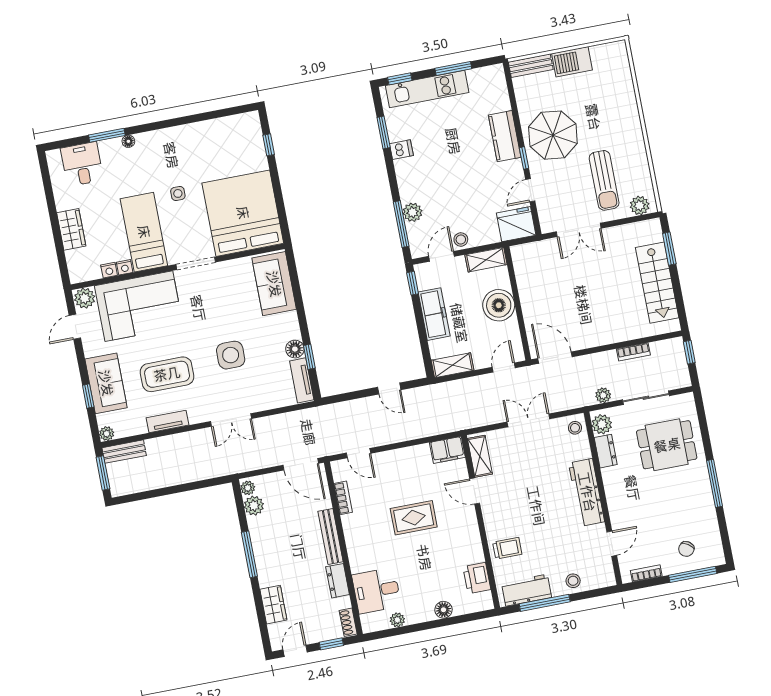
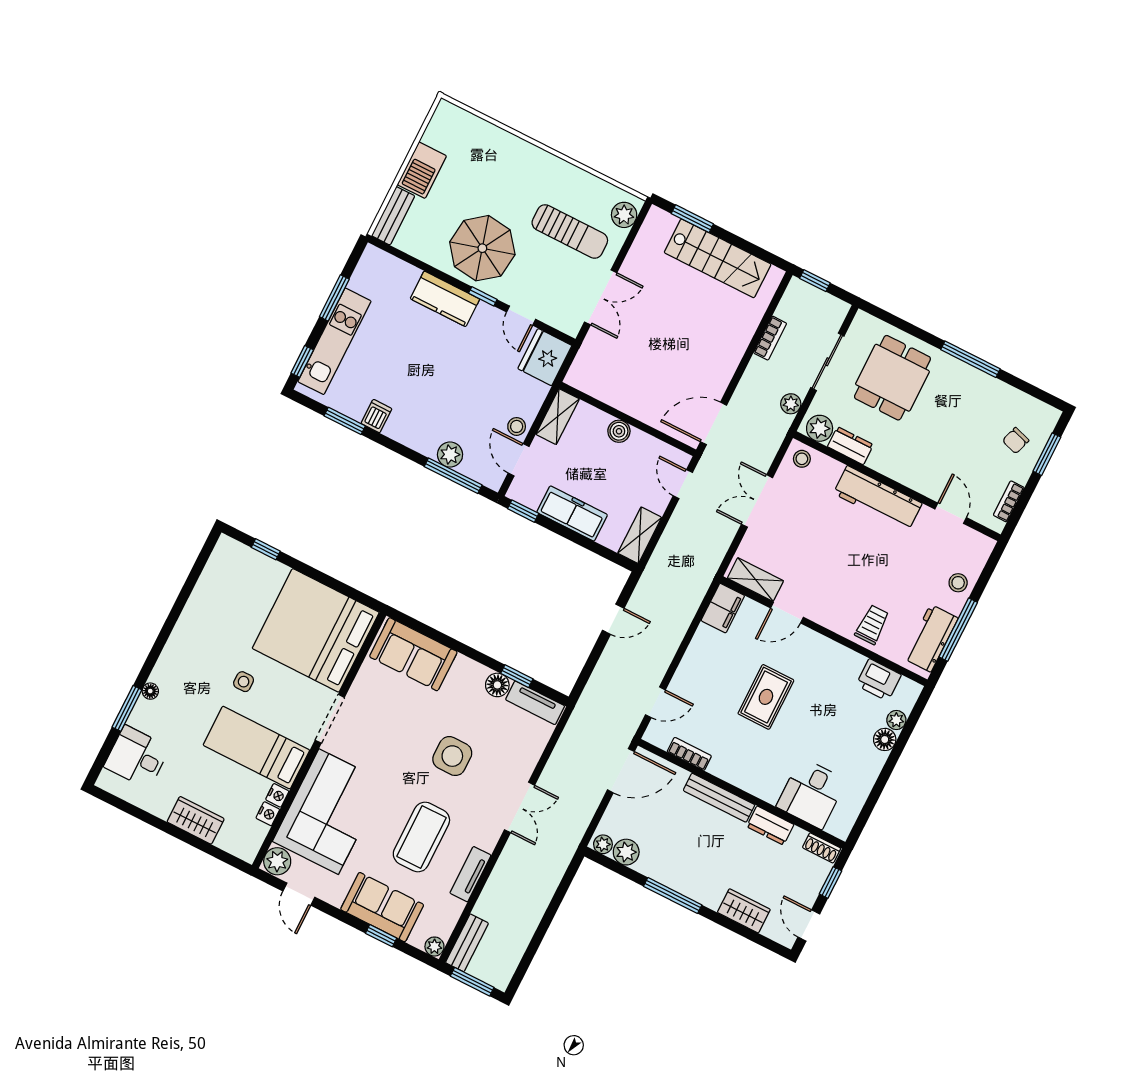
boiler: (499, 305) -> (619, 431), width x0.54, depth x0.54
chair: (686, 549) -> (1016, 441), turned 74
window: (693, 574) -> (1047, 454), width x0.69
plant: (397, 620) -> (896, 720), moved

